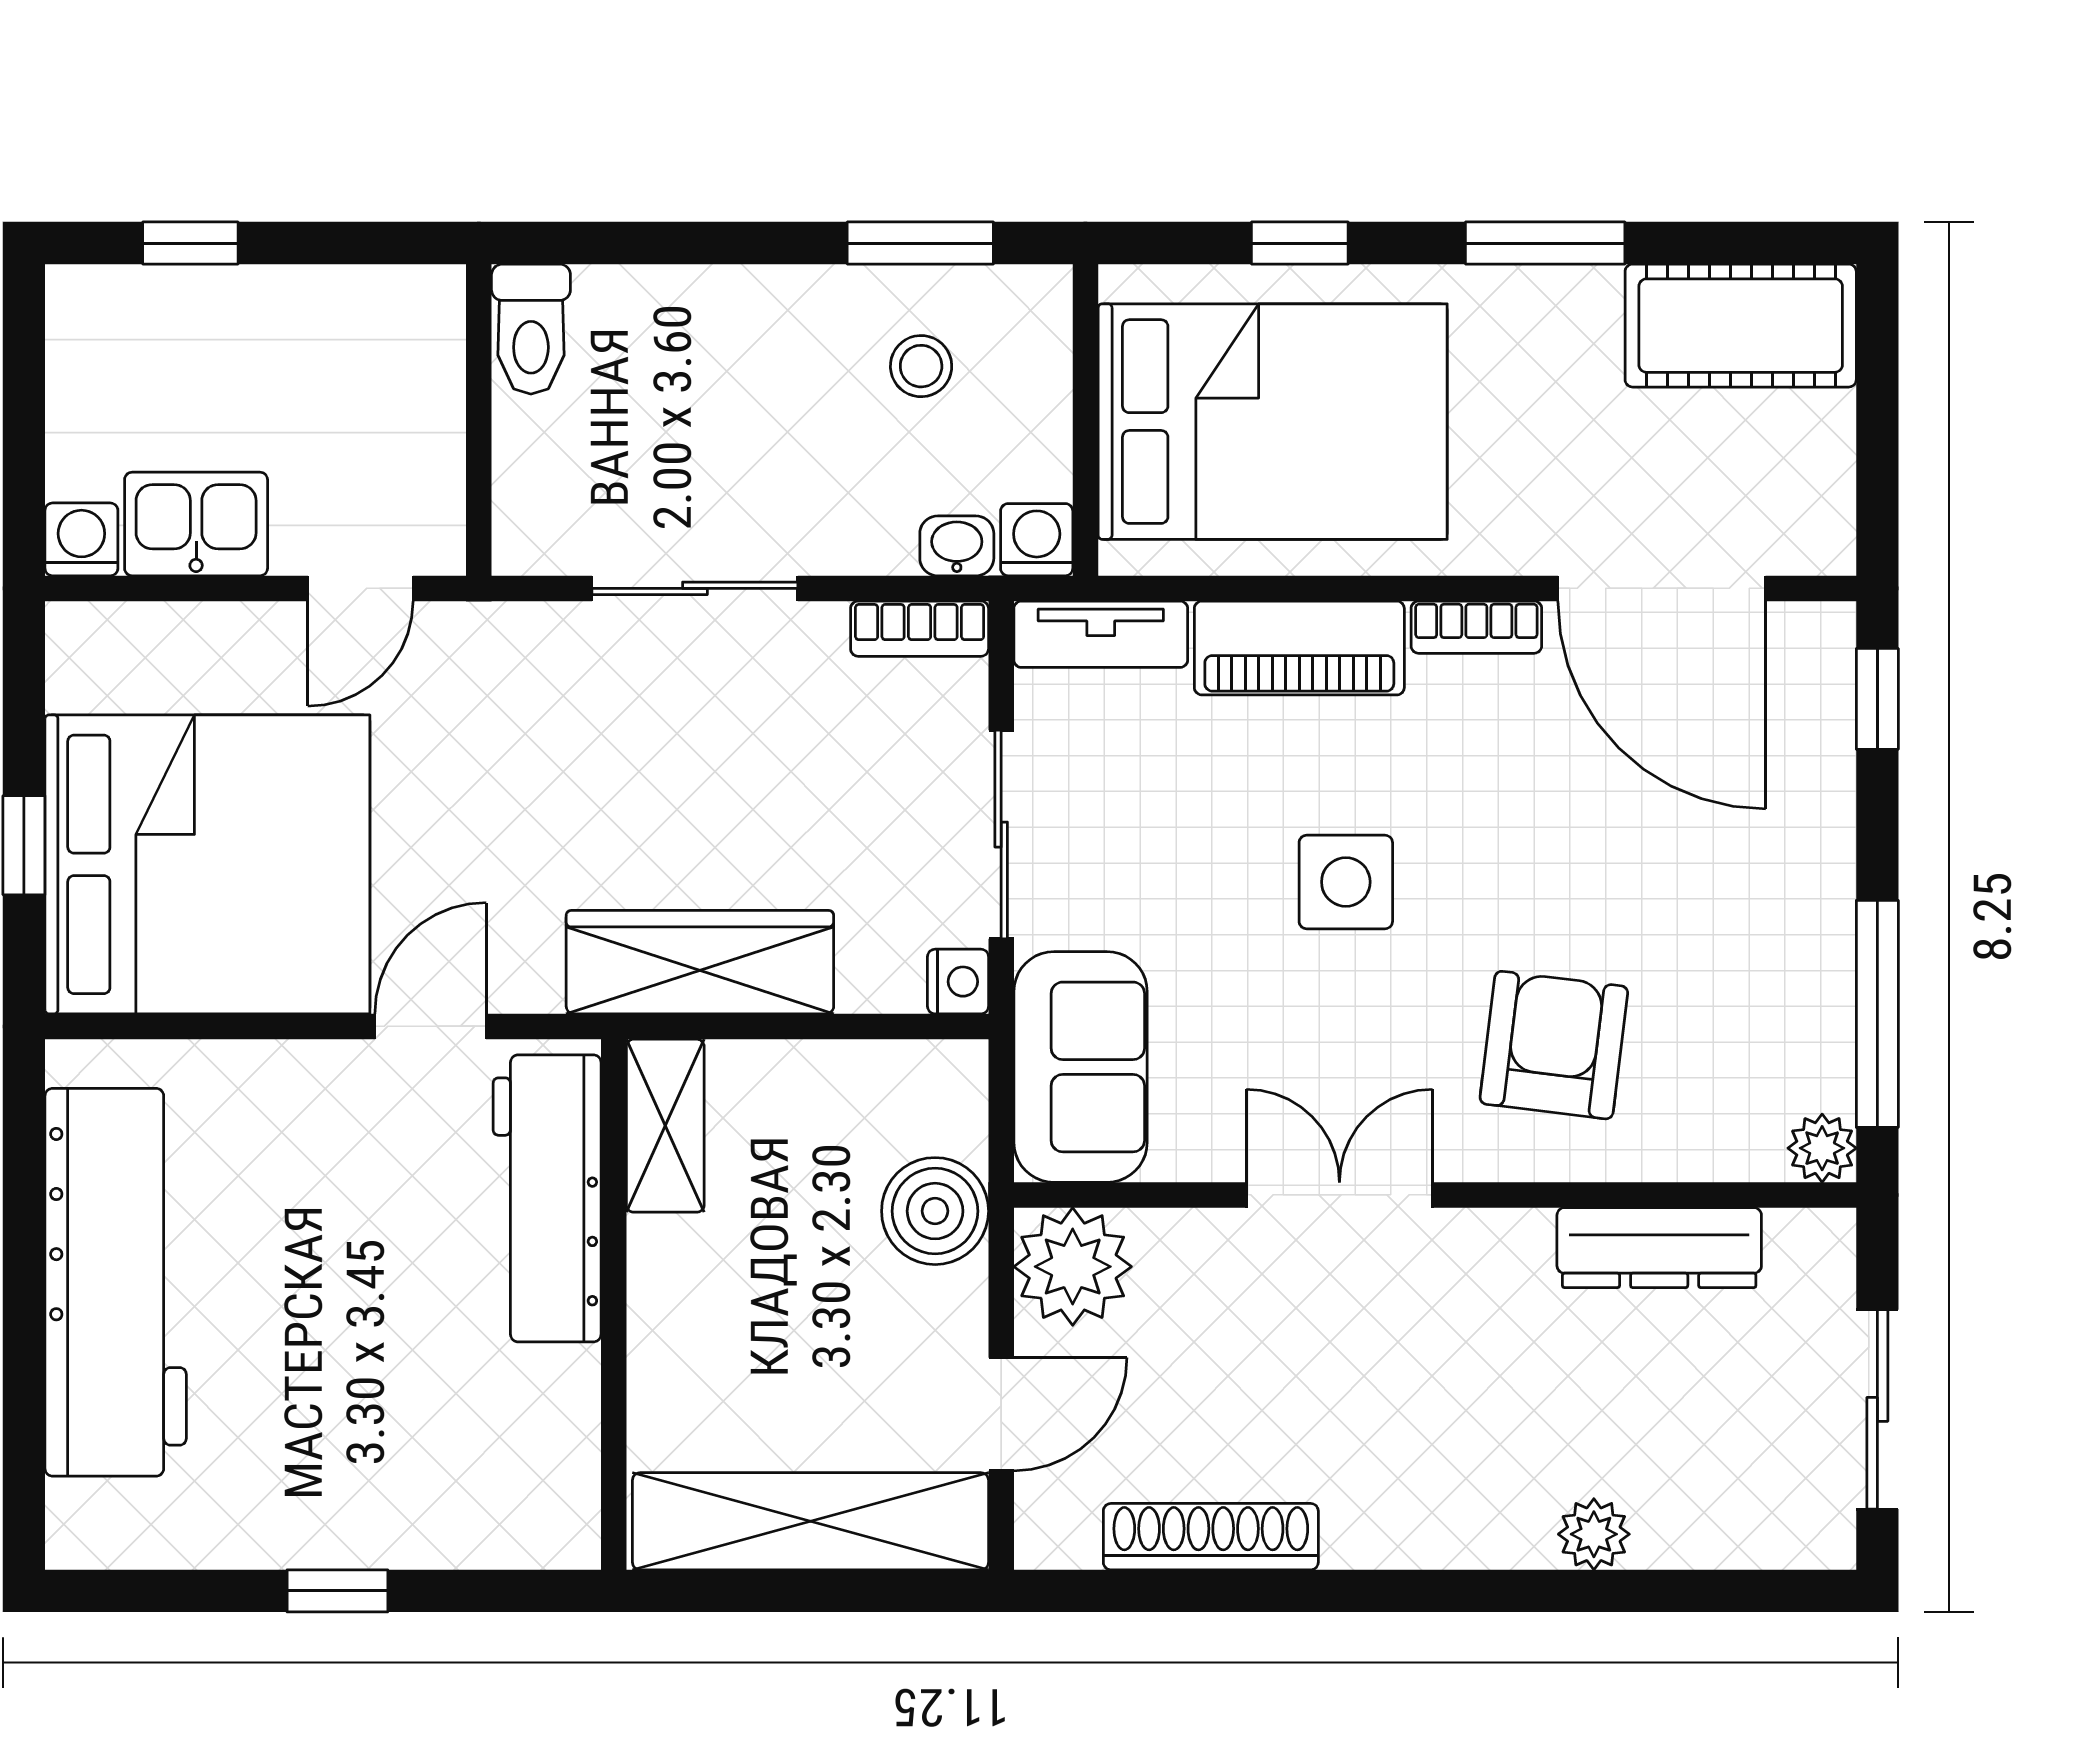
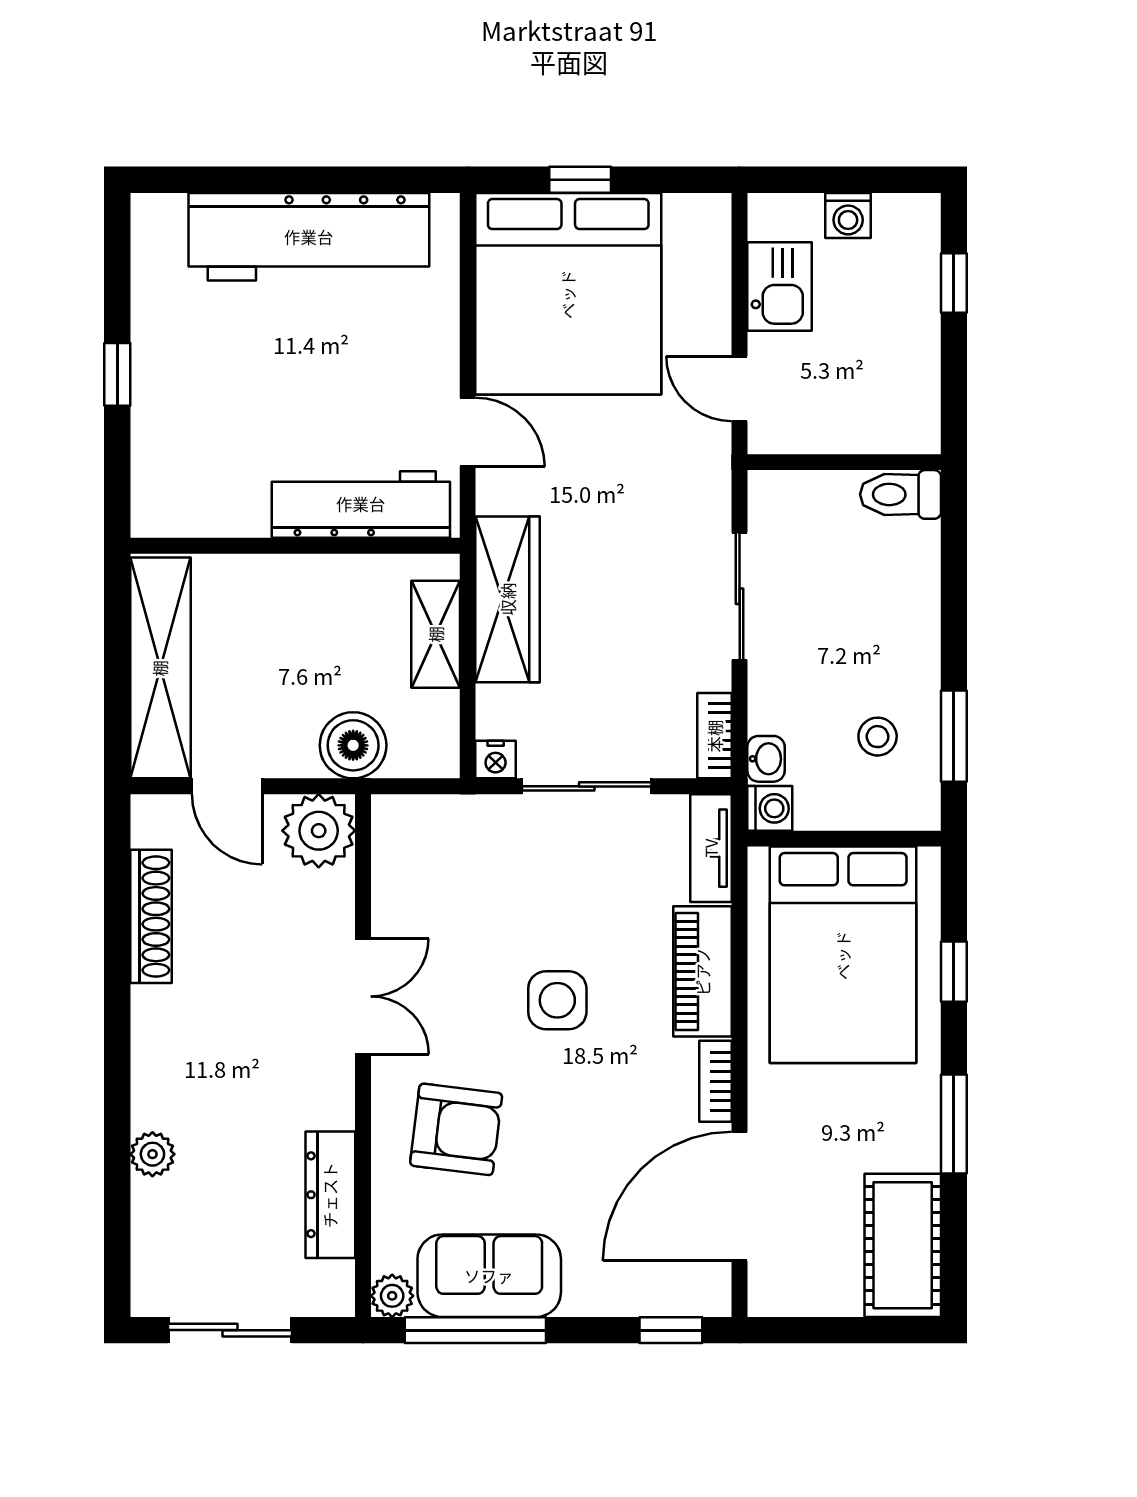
washing machine: (81, 539) -> (848, 215), moved, turned 90
sofa: (1081, 1067) -> (489, 1276), moved, turned 180
shelving: (665, 1126) -> (436, 634), moved, turned 90

